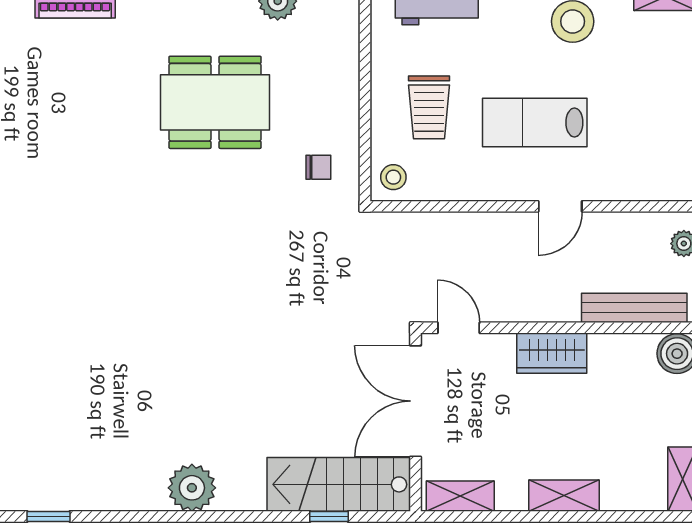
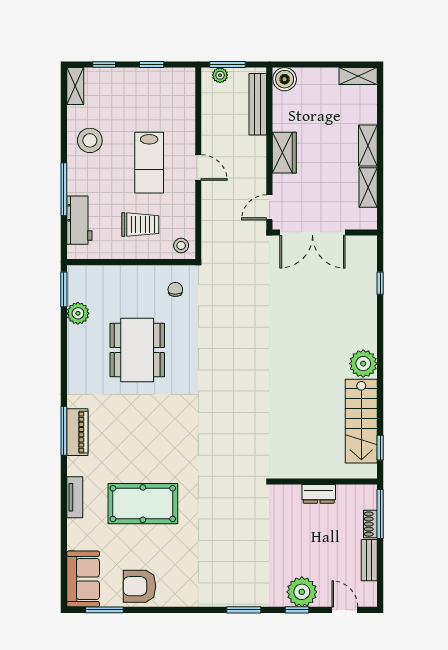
door: (560, 206) -> (198, 168), moved
stairs: (339, 484) -> (361, 421), moved
shelving: (460, 496) -> (368, 188), moved

